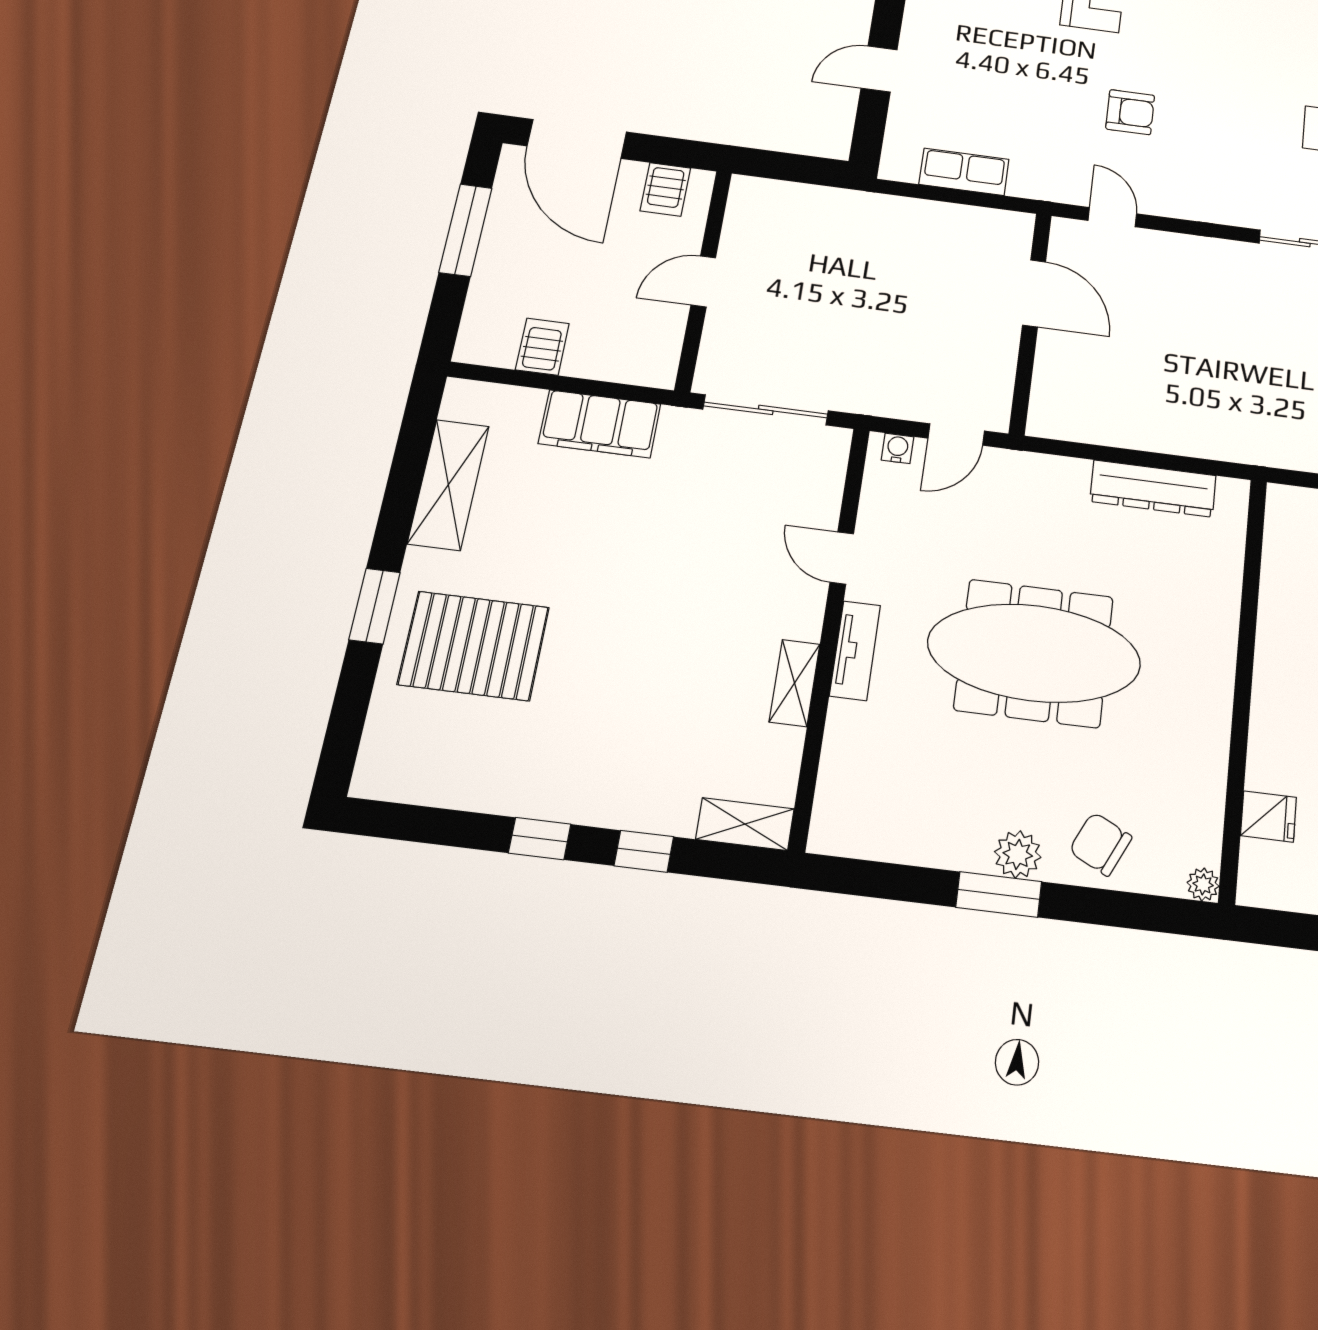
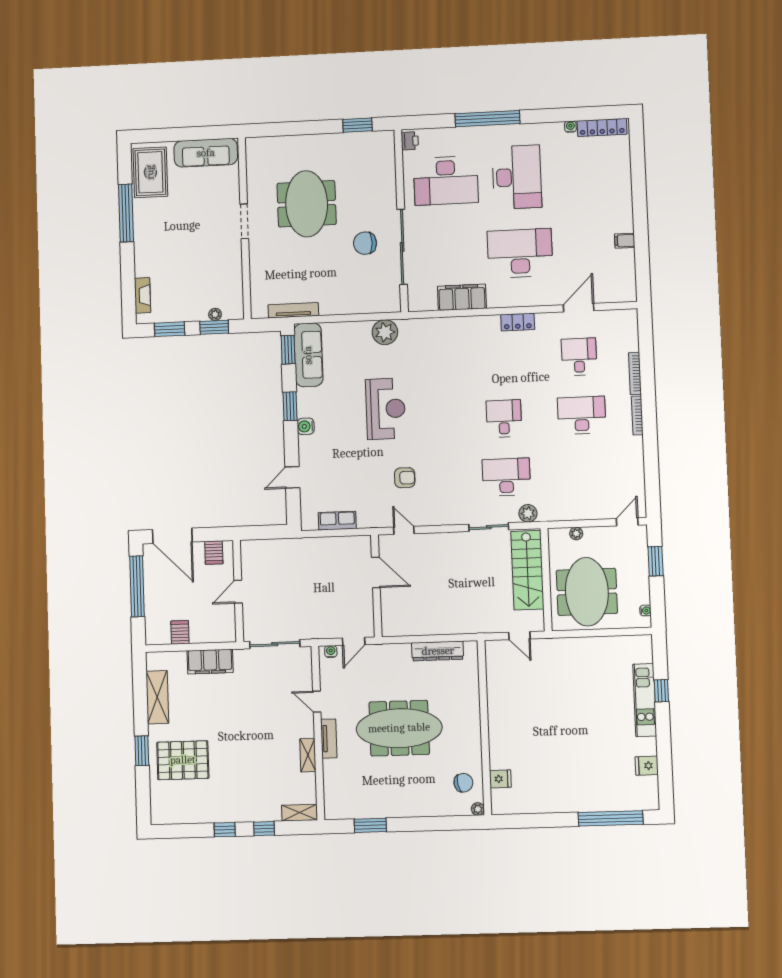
window: (465, 230) -> (137, 586), width x1.46
chair: (1100, 844) -> (463, 783), moved, turned 143
plant: (1018, 854) -> (405, 808), removed
window: (999, 894) -> (370, 825), moved

